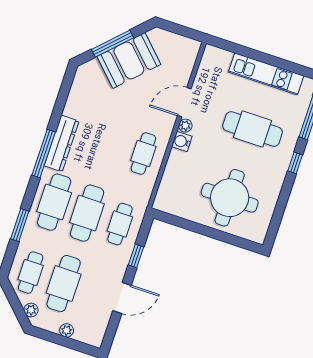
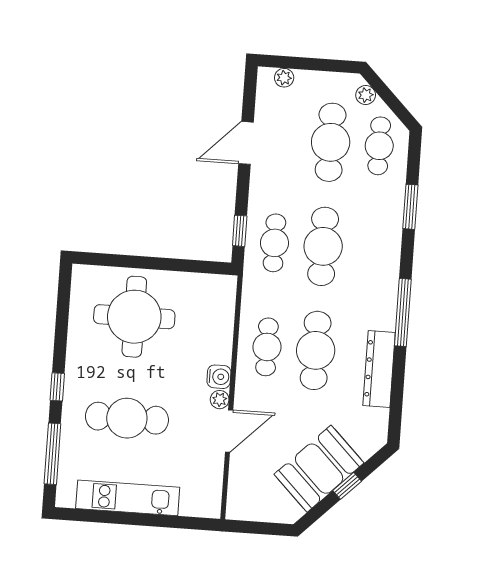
window: (113, 44) -> (347, 486), width x0.46
dresser: (62, 143) -> (379, 369), moved
cafe table: (54, 202) -> (316, 350), moved
window: (136, 256) -> (240, 231), moved
plant: (67, 330) -> (284, 78), moved

